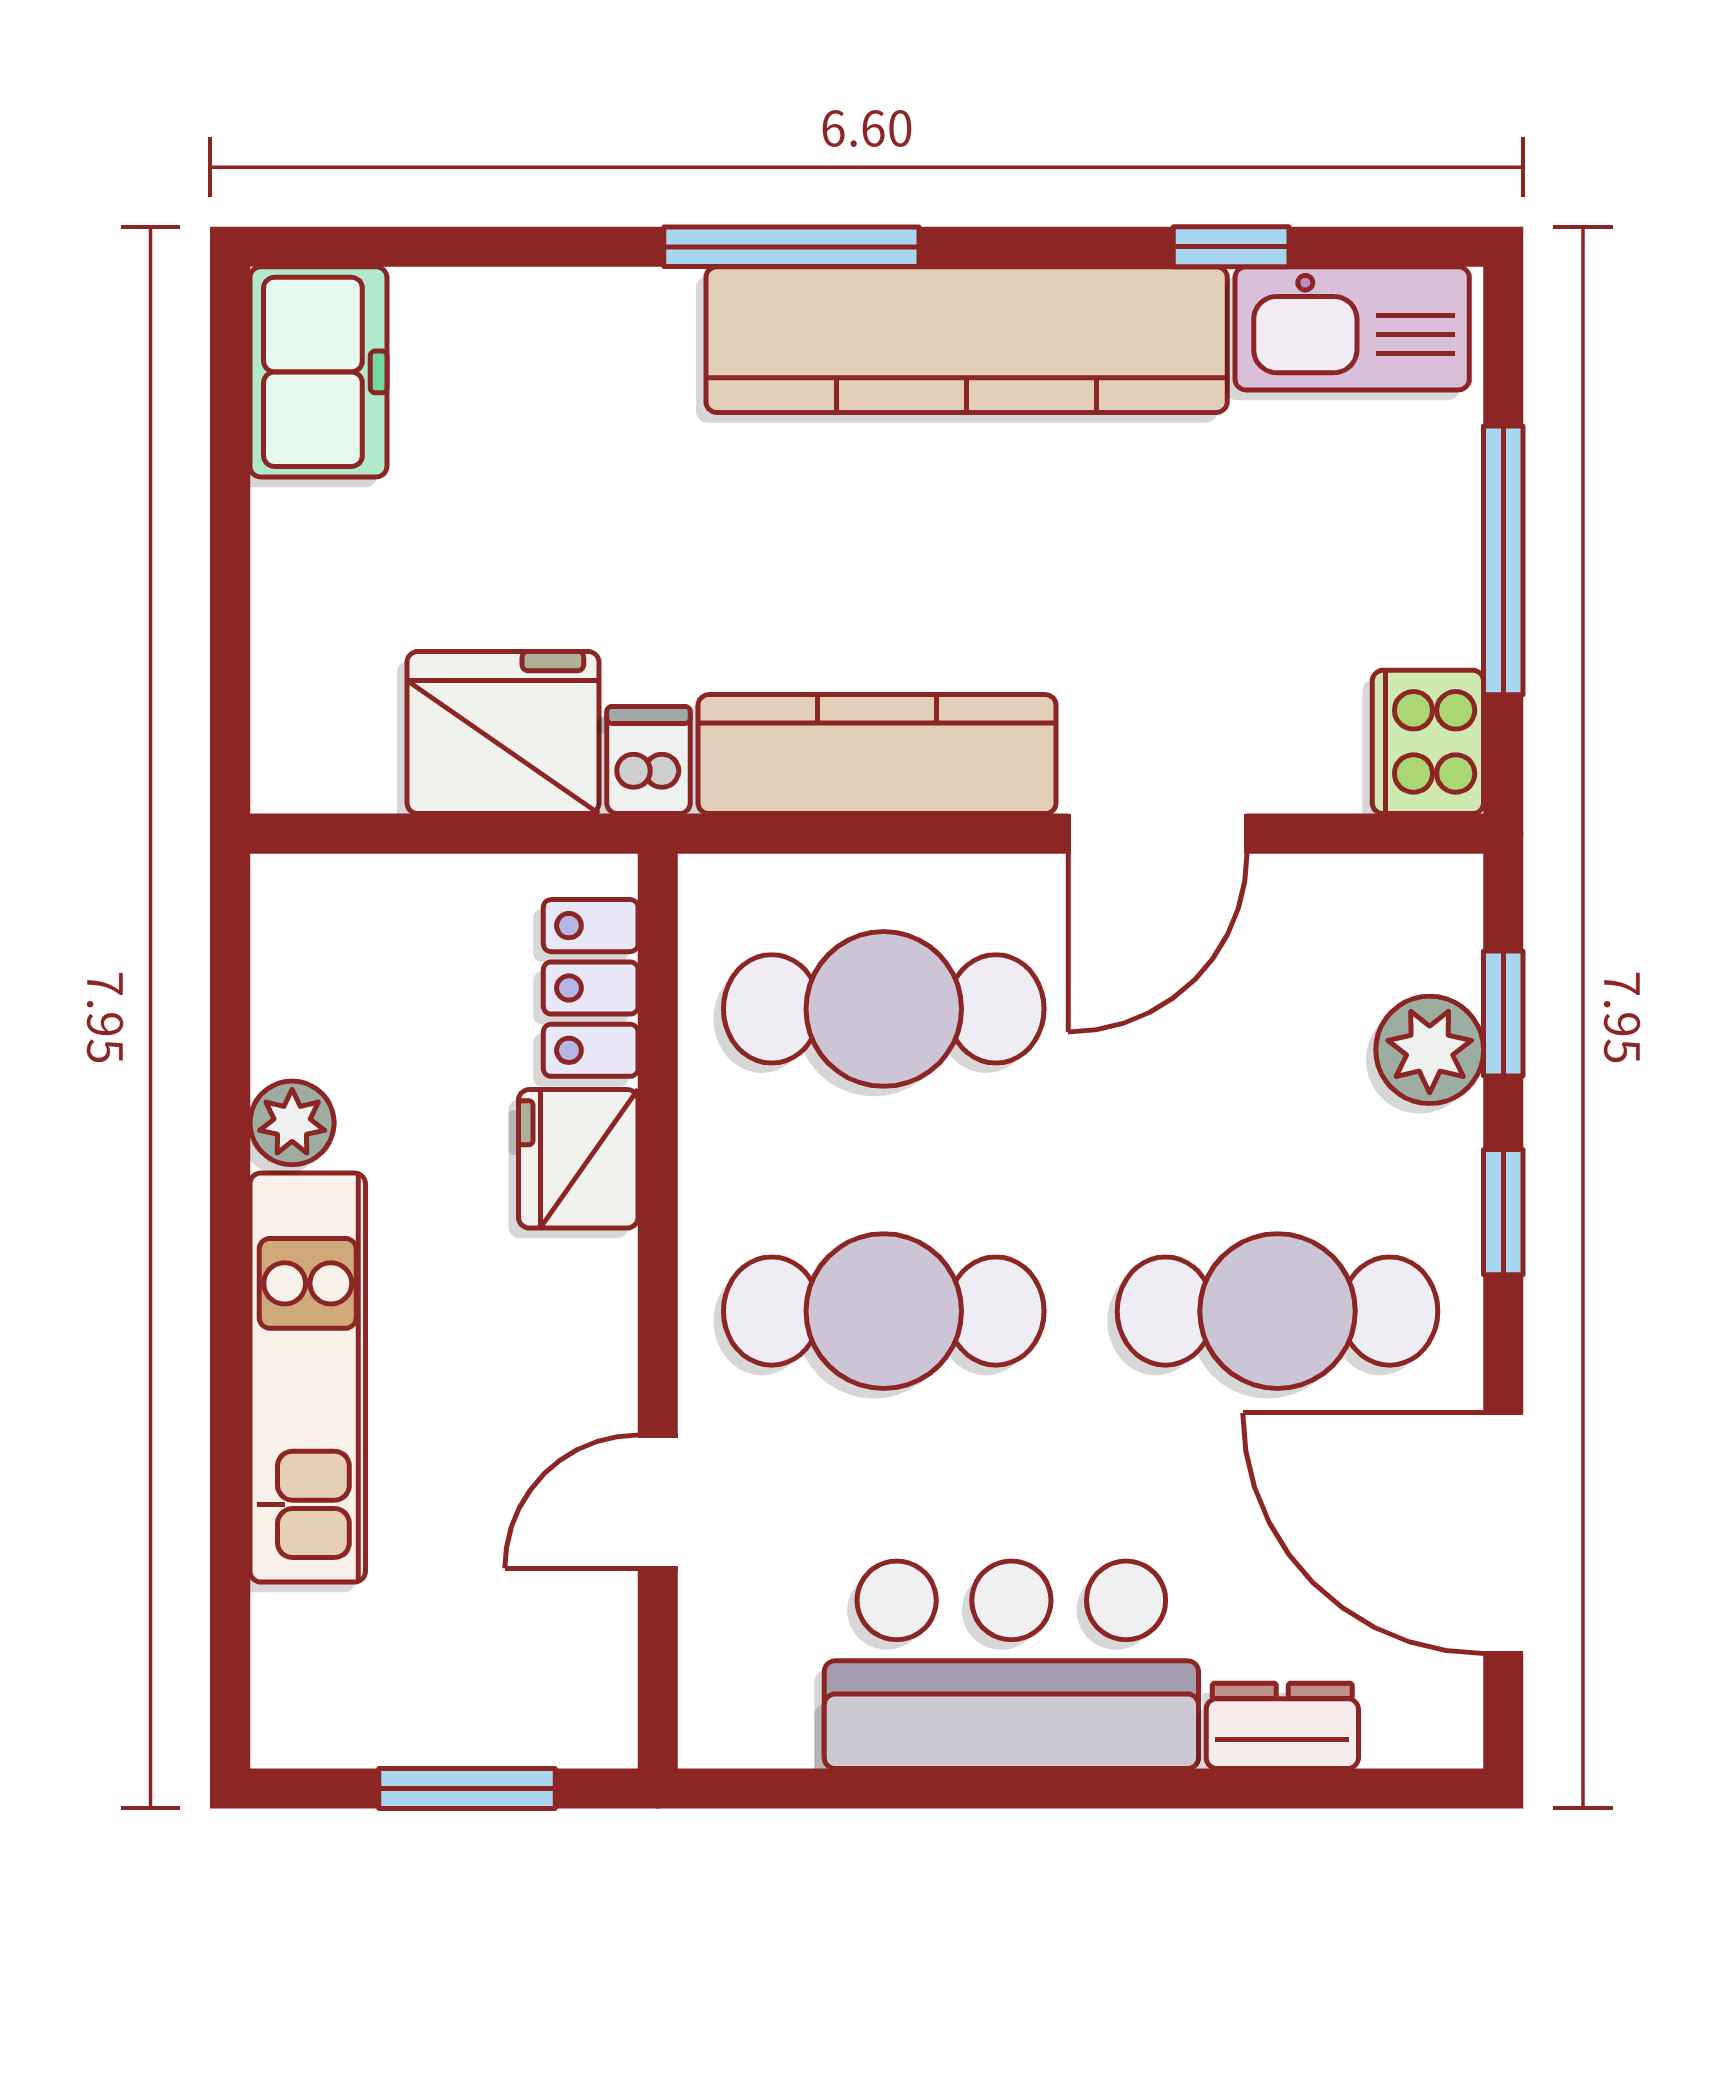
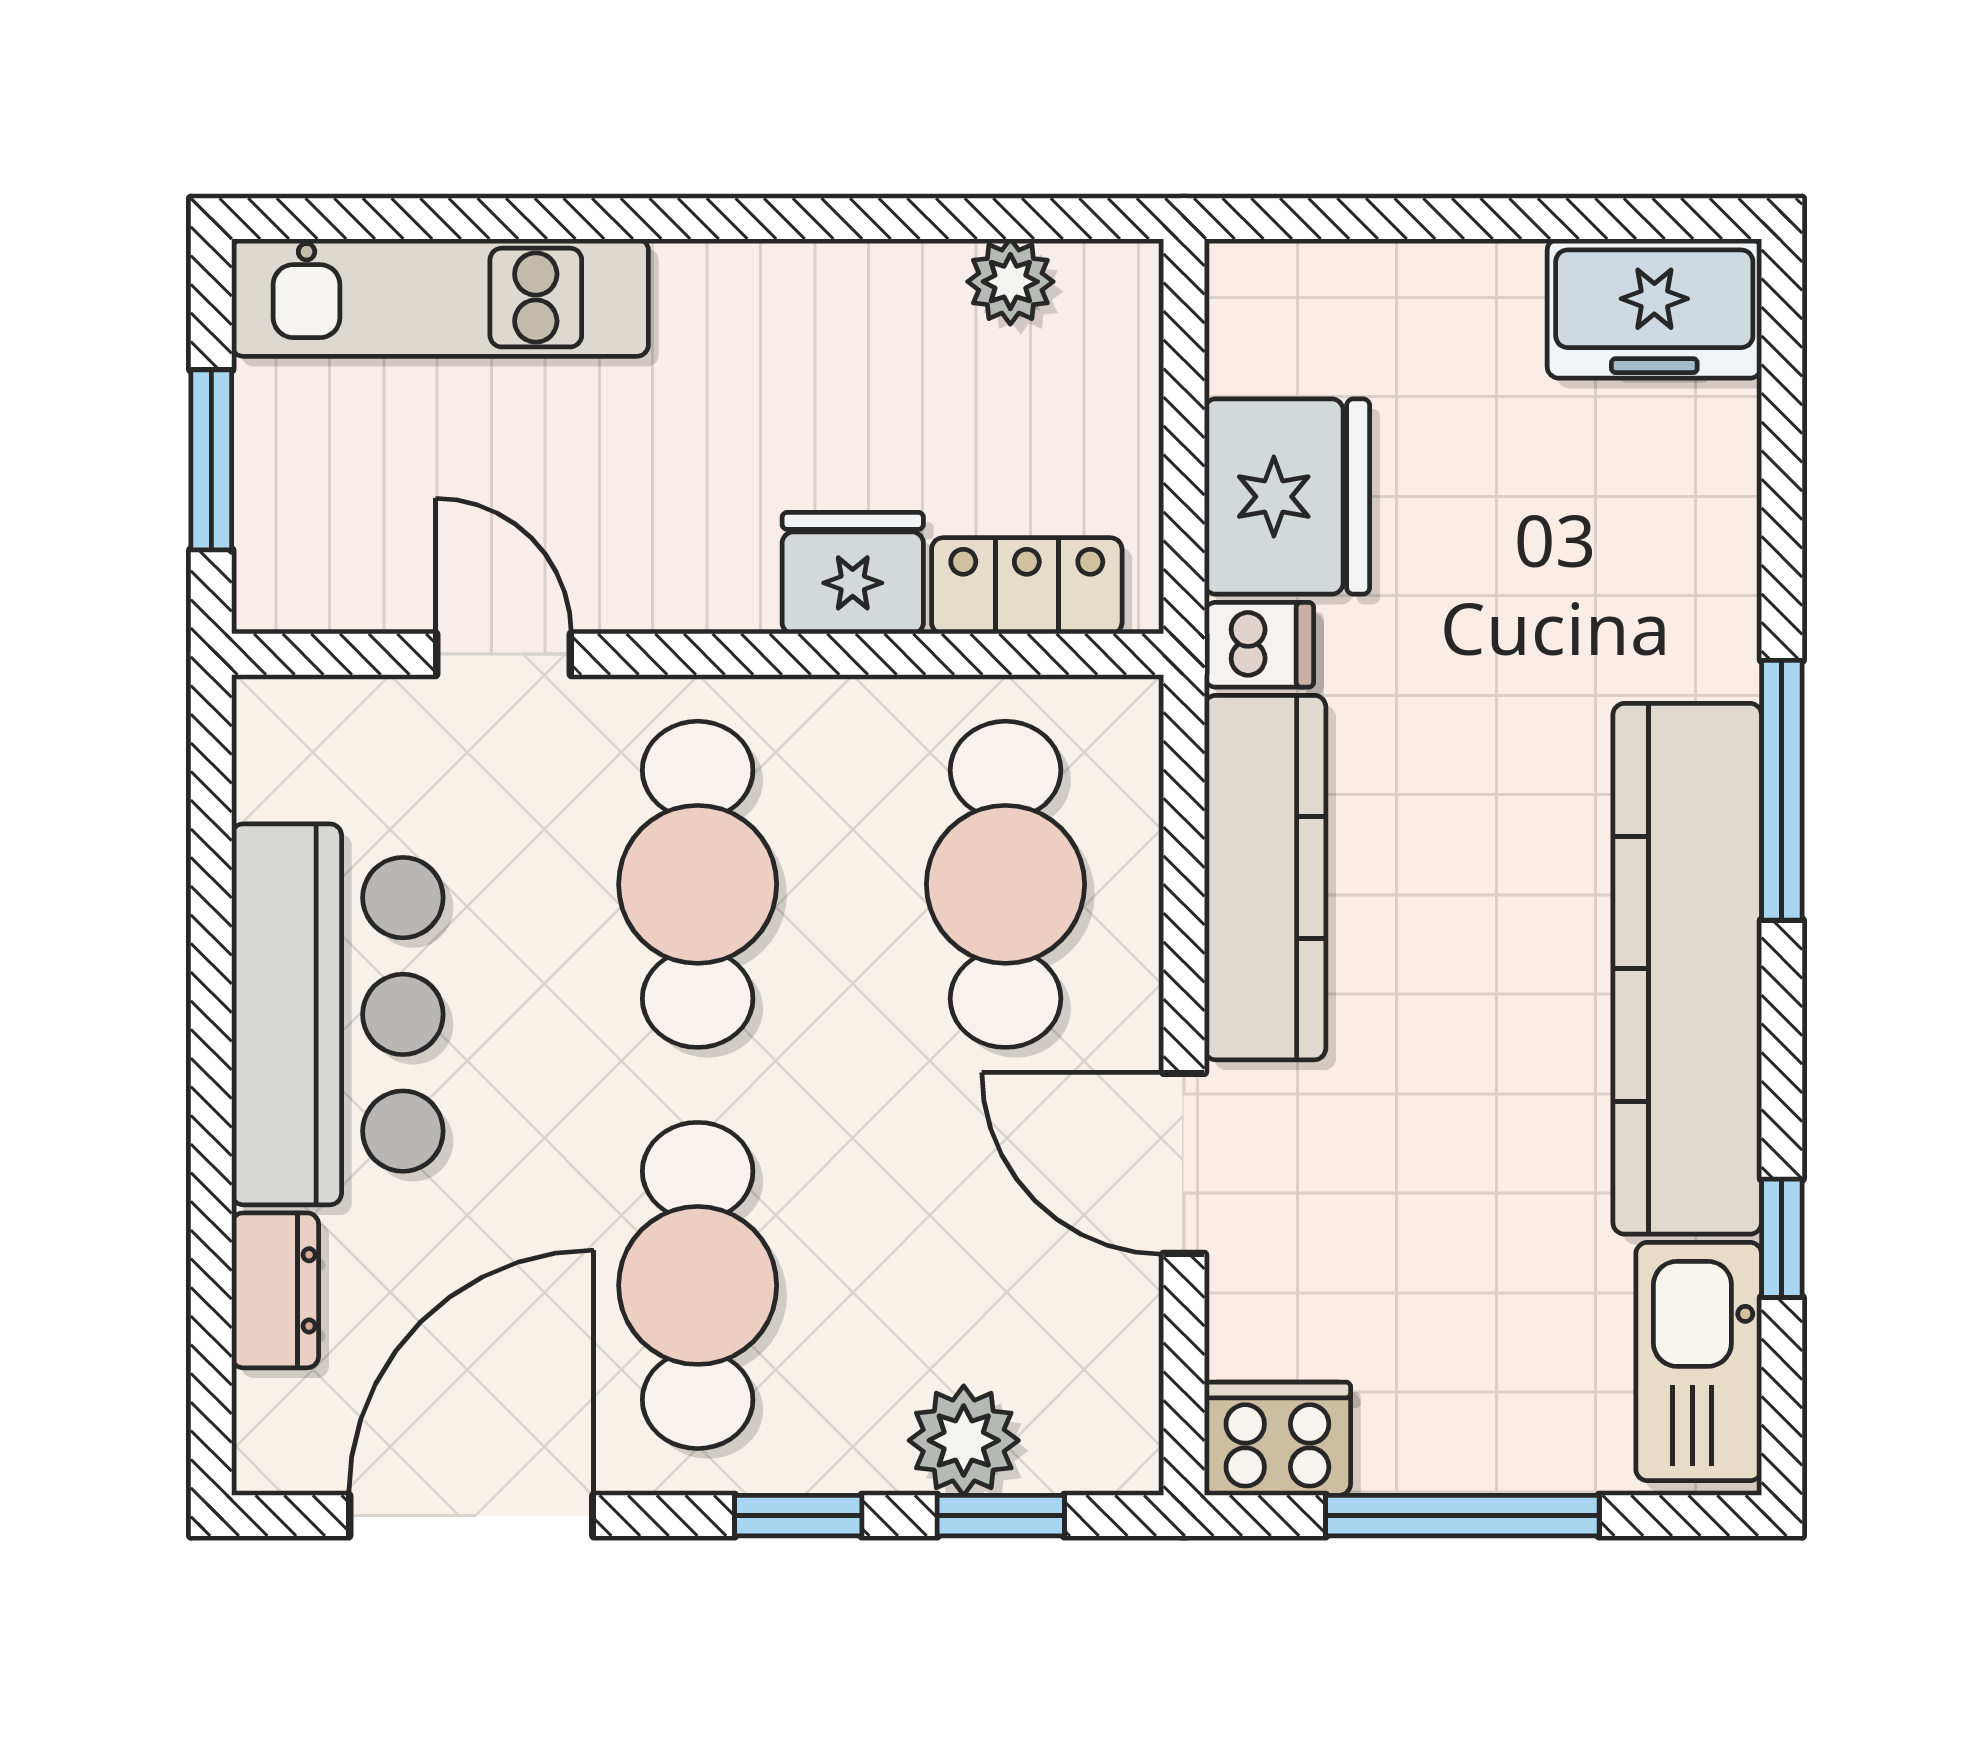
plant: (292, 1123) -> (1010, 282), moved
kitchen unit: (308, 1378) -> (440, 298), moved

